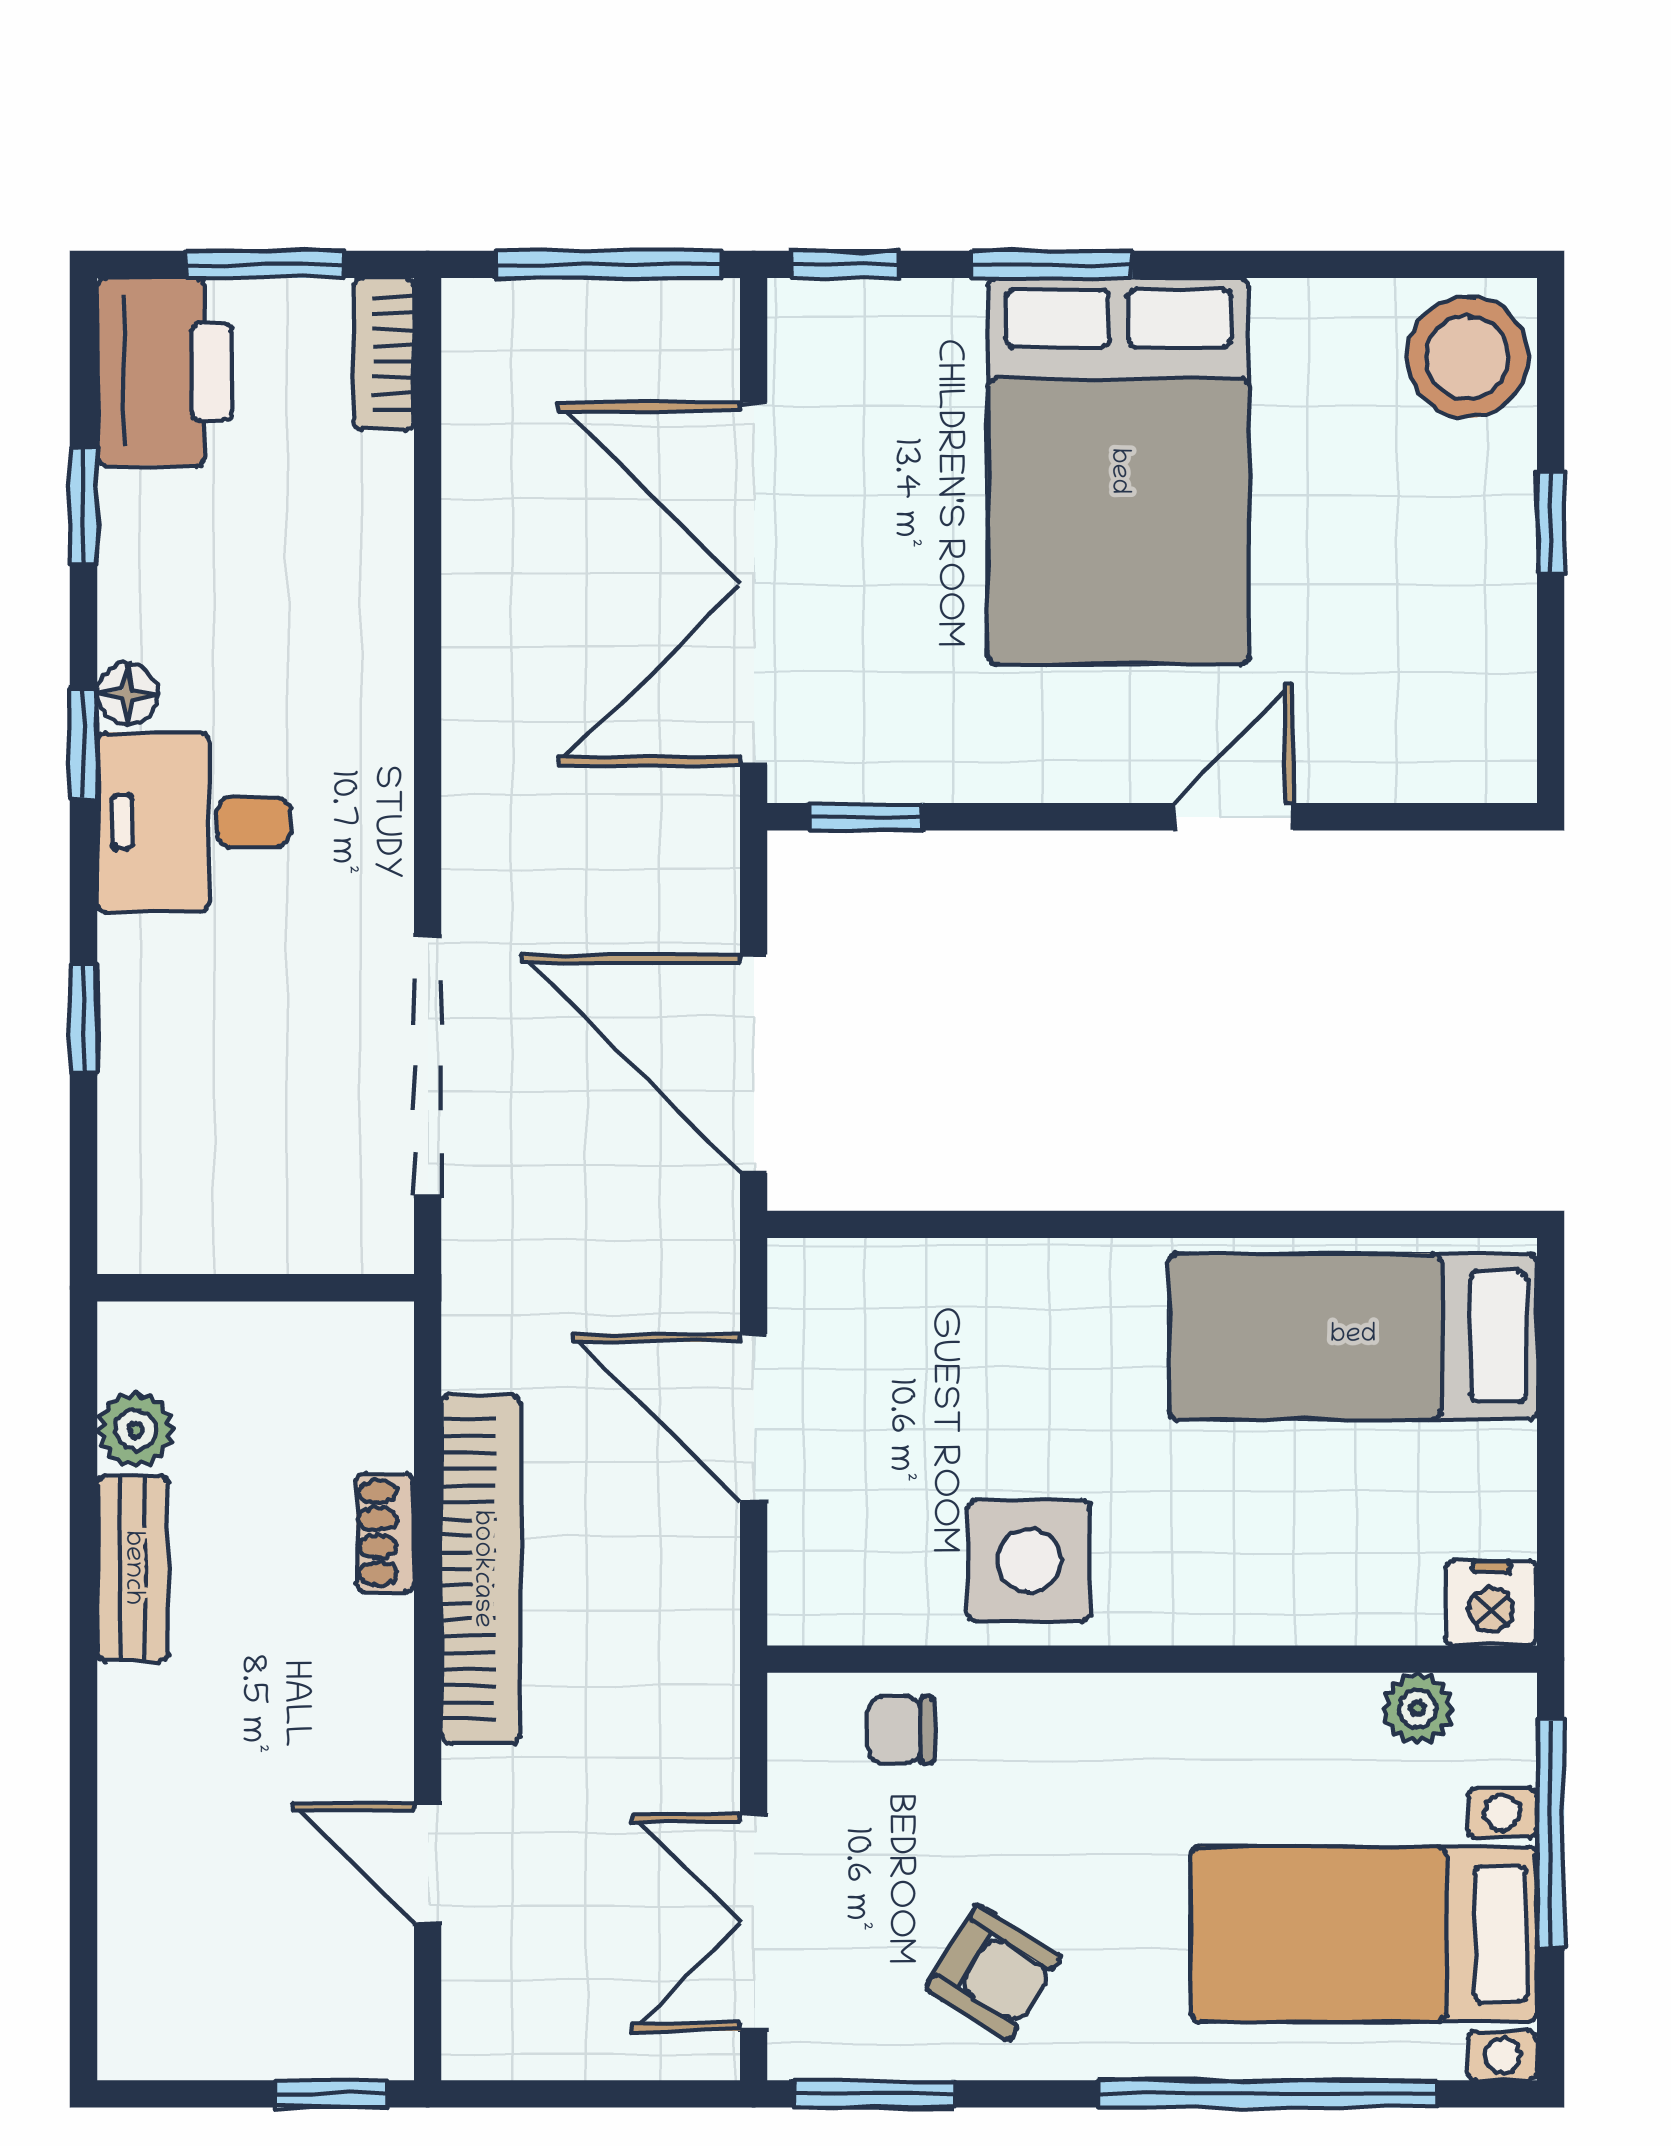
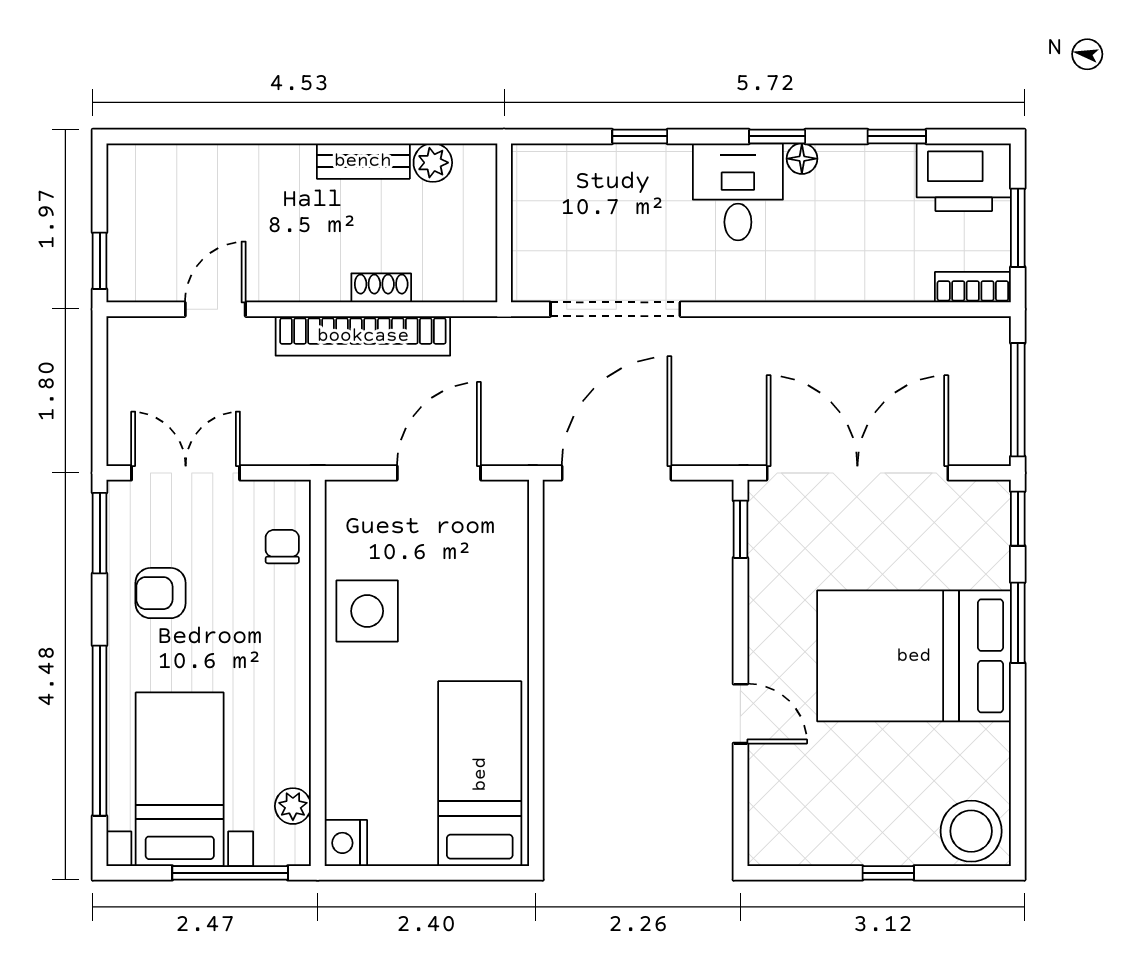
armchair: (993, 1972) -> (160, 593), turned 58

